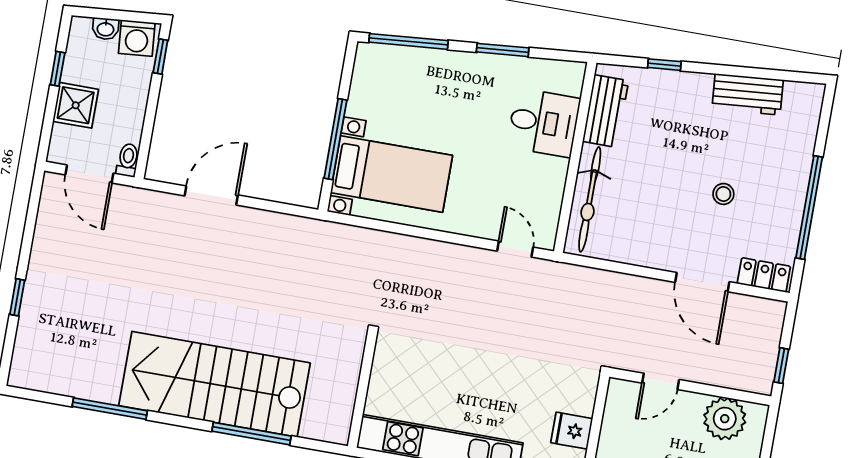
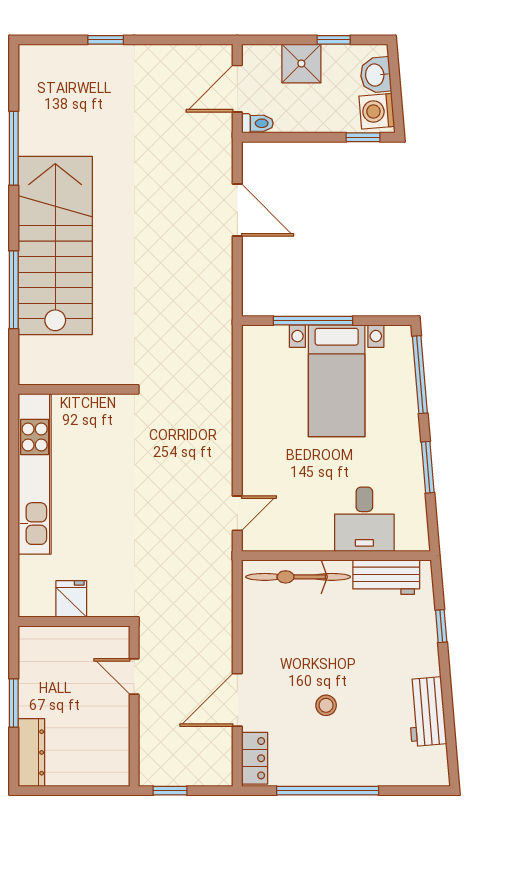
washbasin: (105, 29) -> (376, 75), width x1.38, depth x1.45
bed with nightstands: (391, 174) -> (337, 381), moved
plant: (725, 419) -> (109, 745), removed

